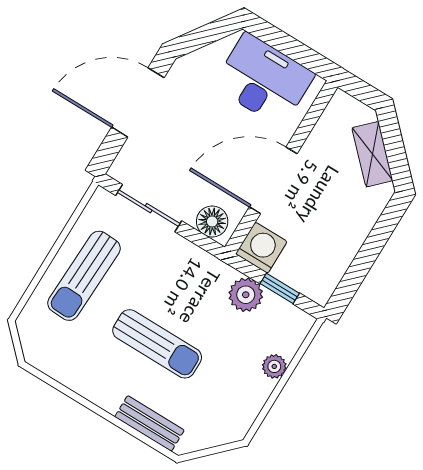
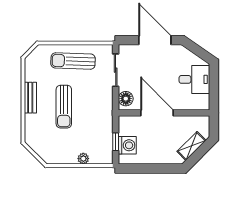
desk: (264, 80) -> (194, 79), width x0.73
washing machine: (261, 248) -> (127, 145), moved
plant: (246, 295) -> (105, 130), removed
bench: (149, 423) -> (30, 98), moved

